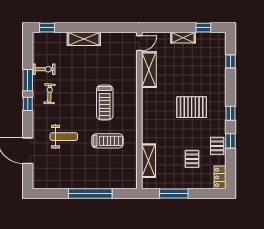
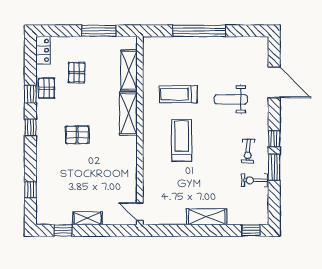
door: (139, 43) -> (140, 212), hinge flipped
shelving: (149, 70) -> (128, 114), moved
pallet: (192, 107) -> (77, 135), width x0.67, depth x0.71

